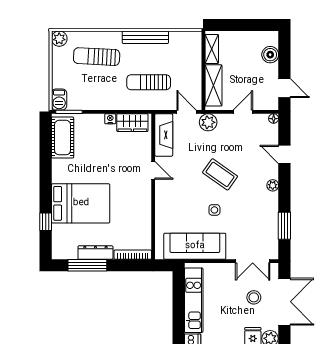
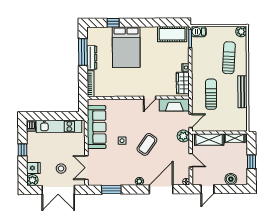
window: (245, 25) -> (251, 162), added
door: (284, 154) -> (161, 189), width x1.87

